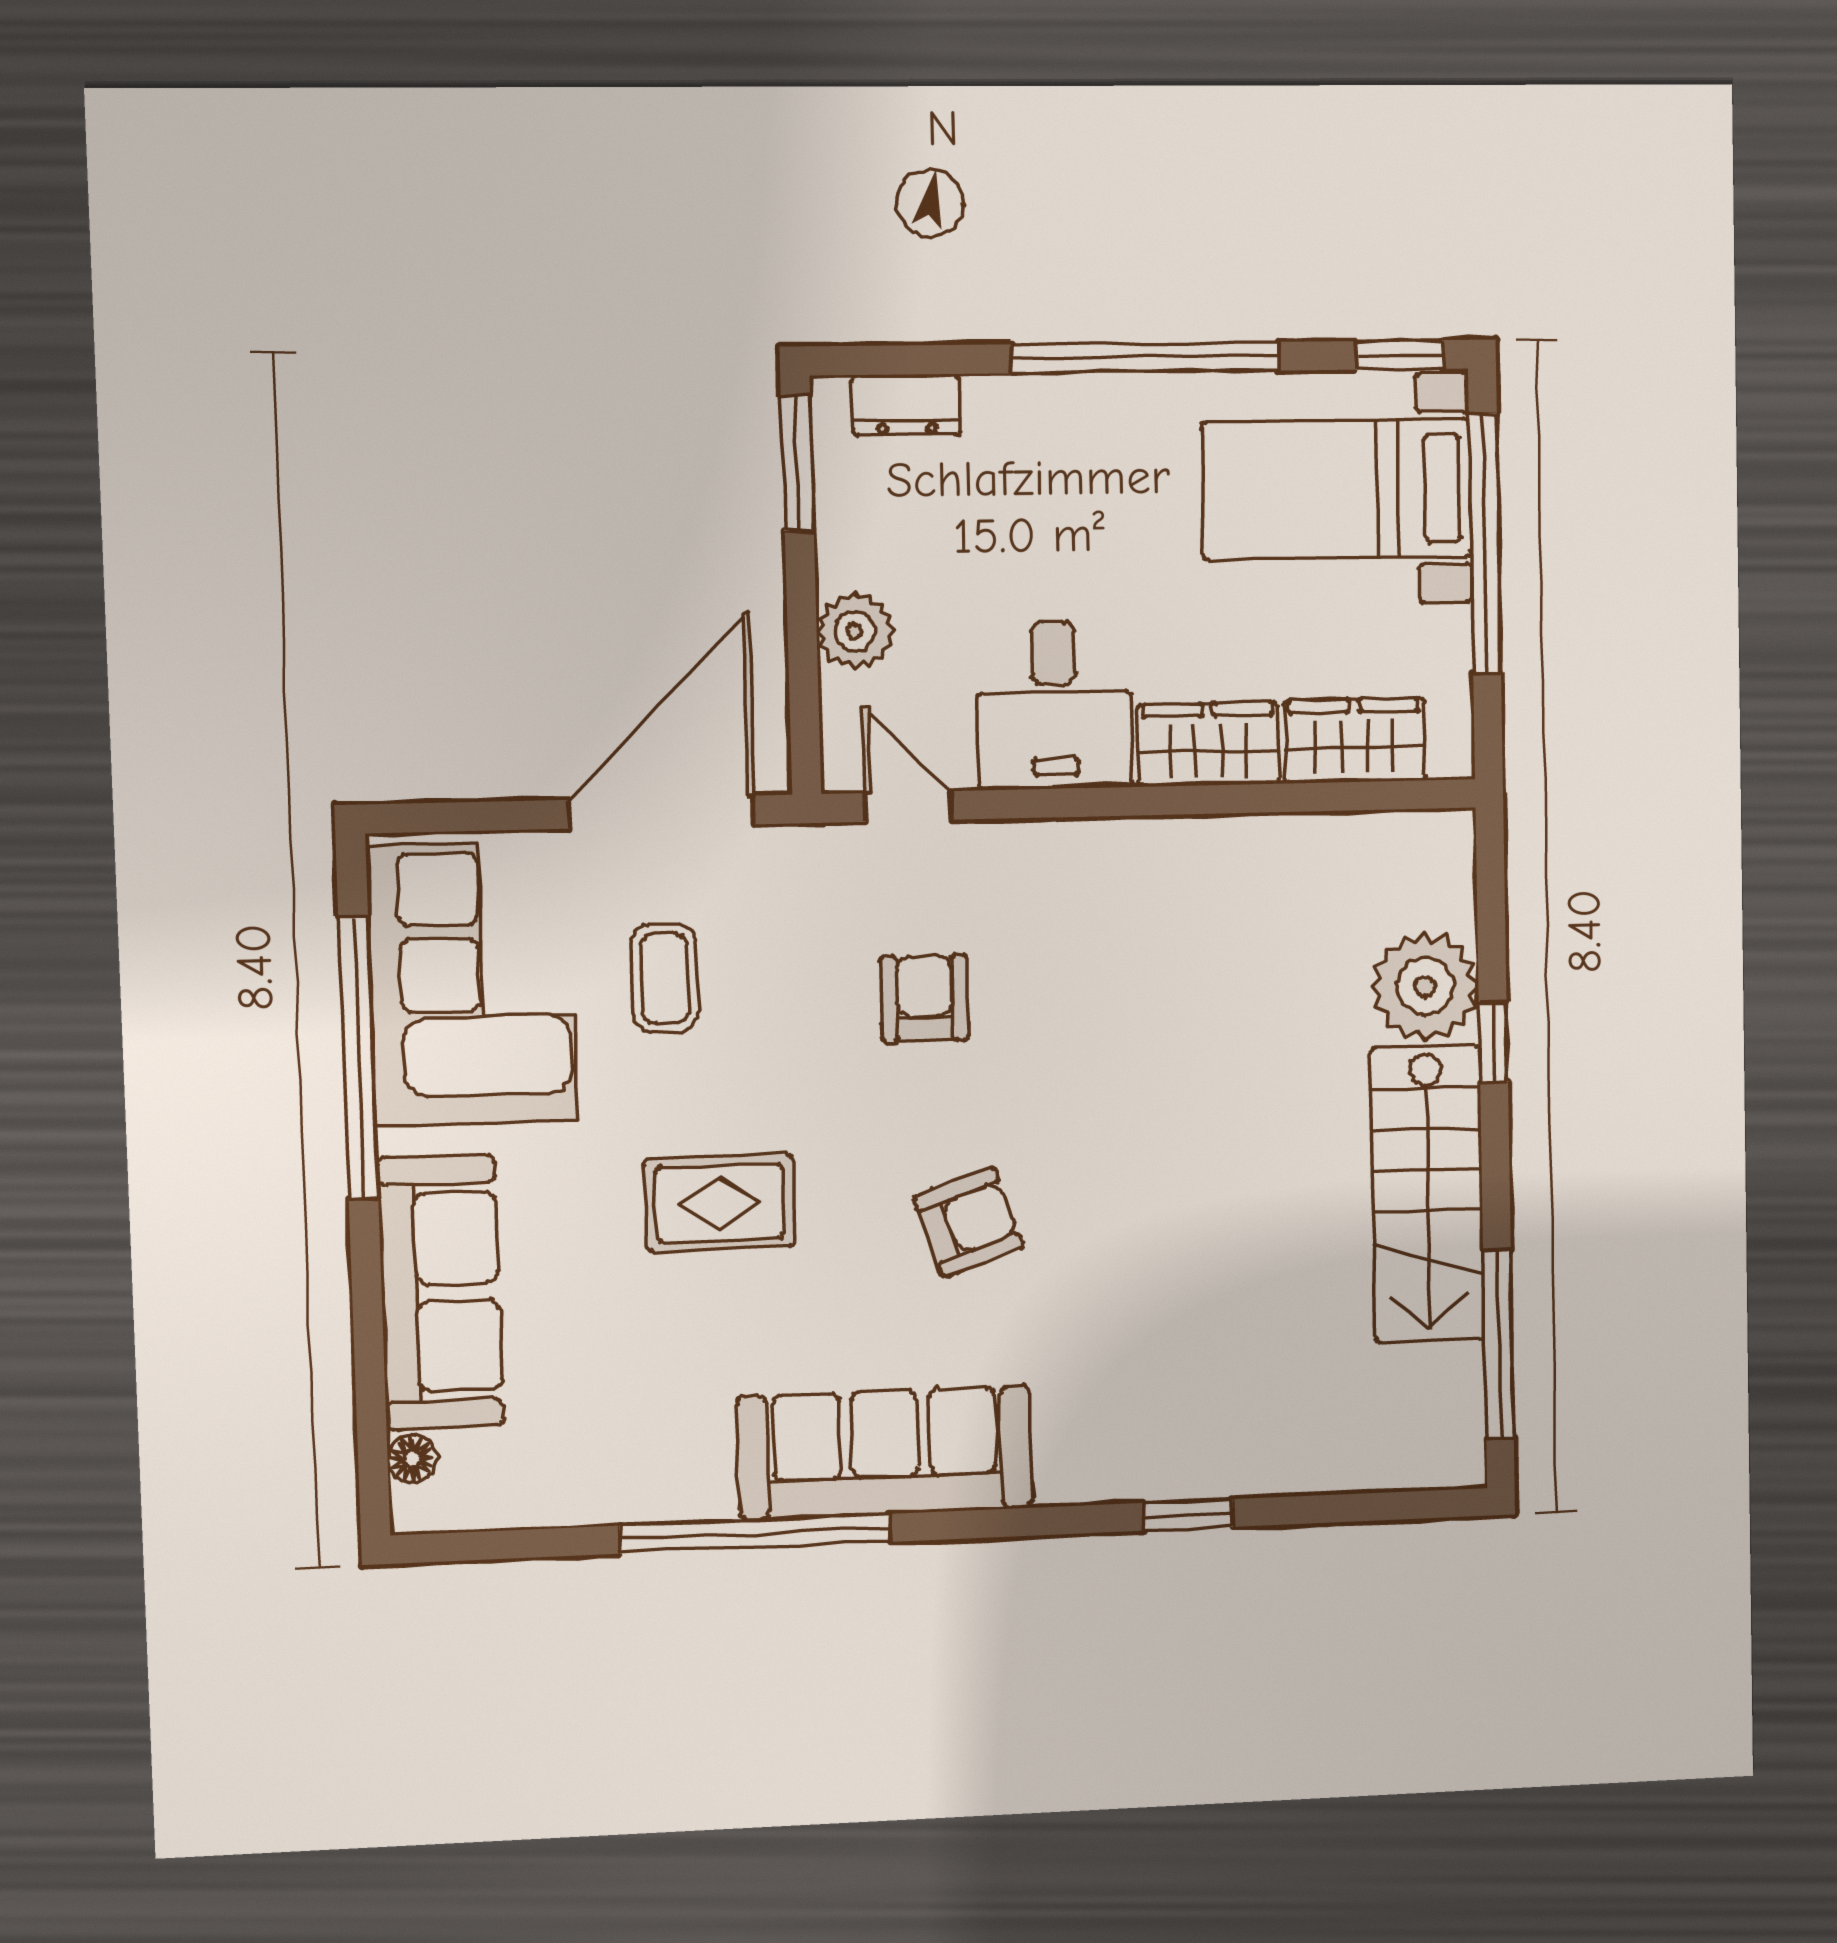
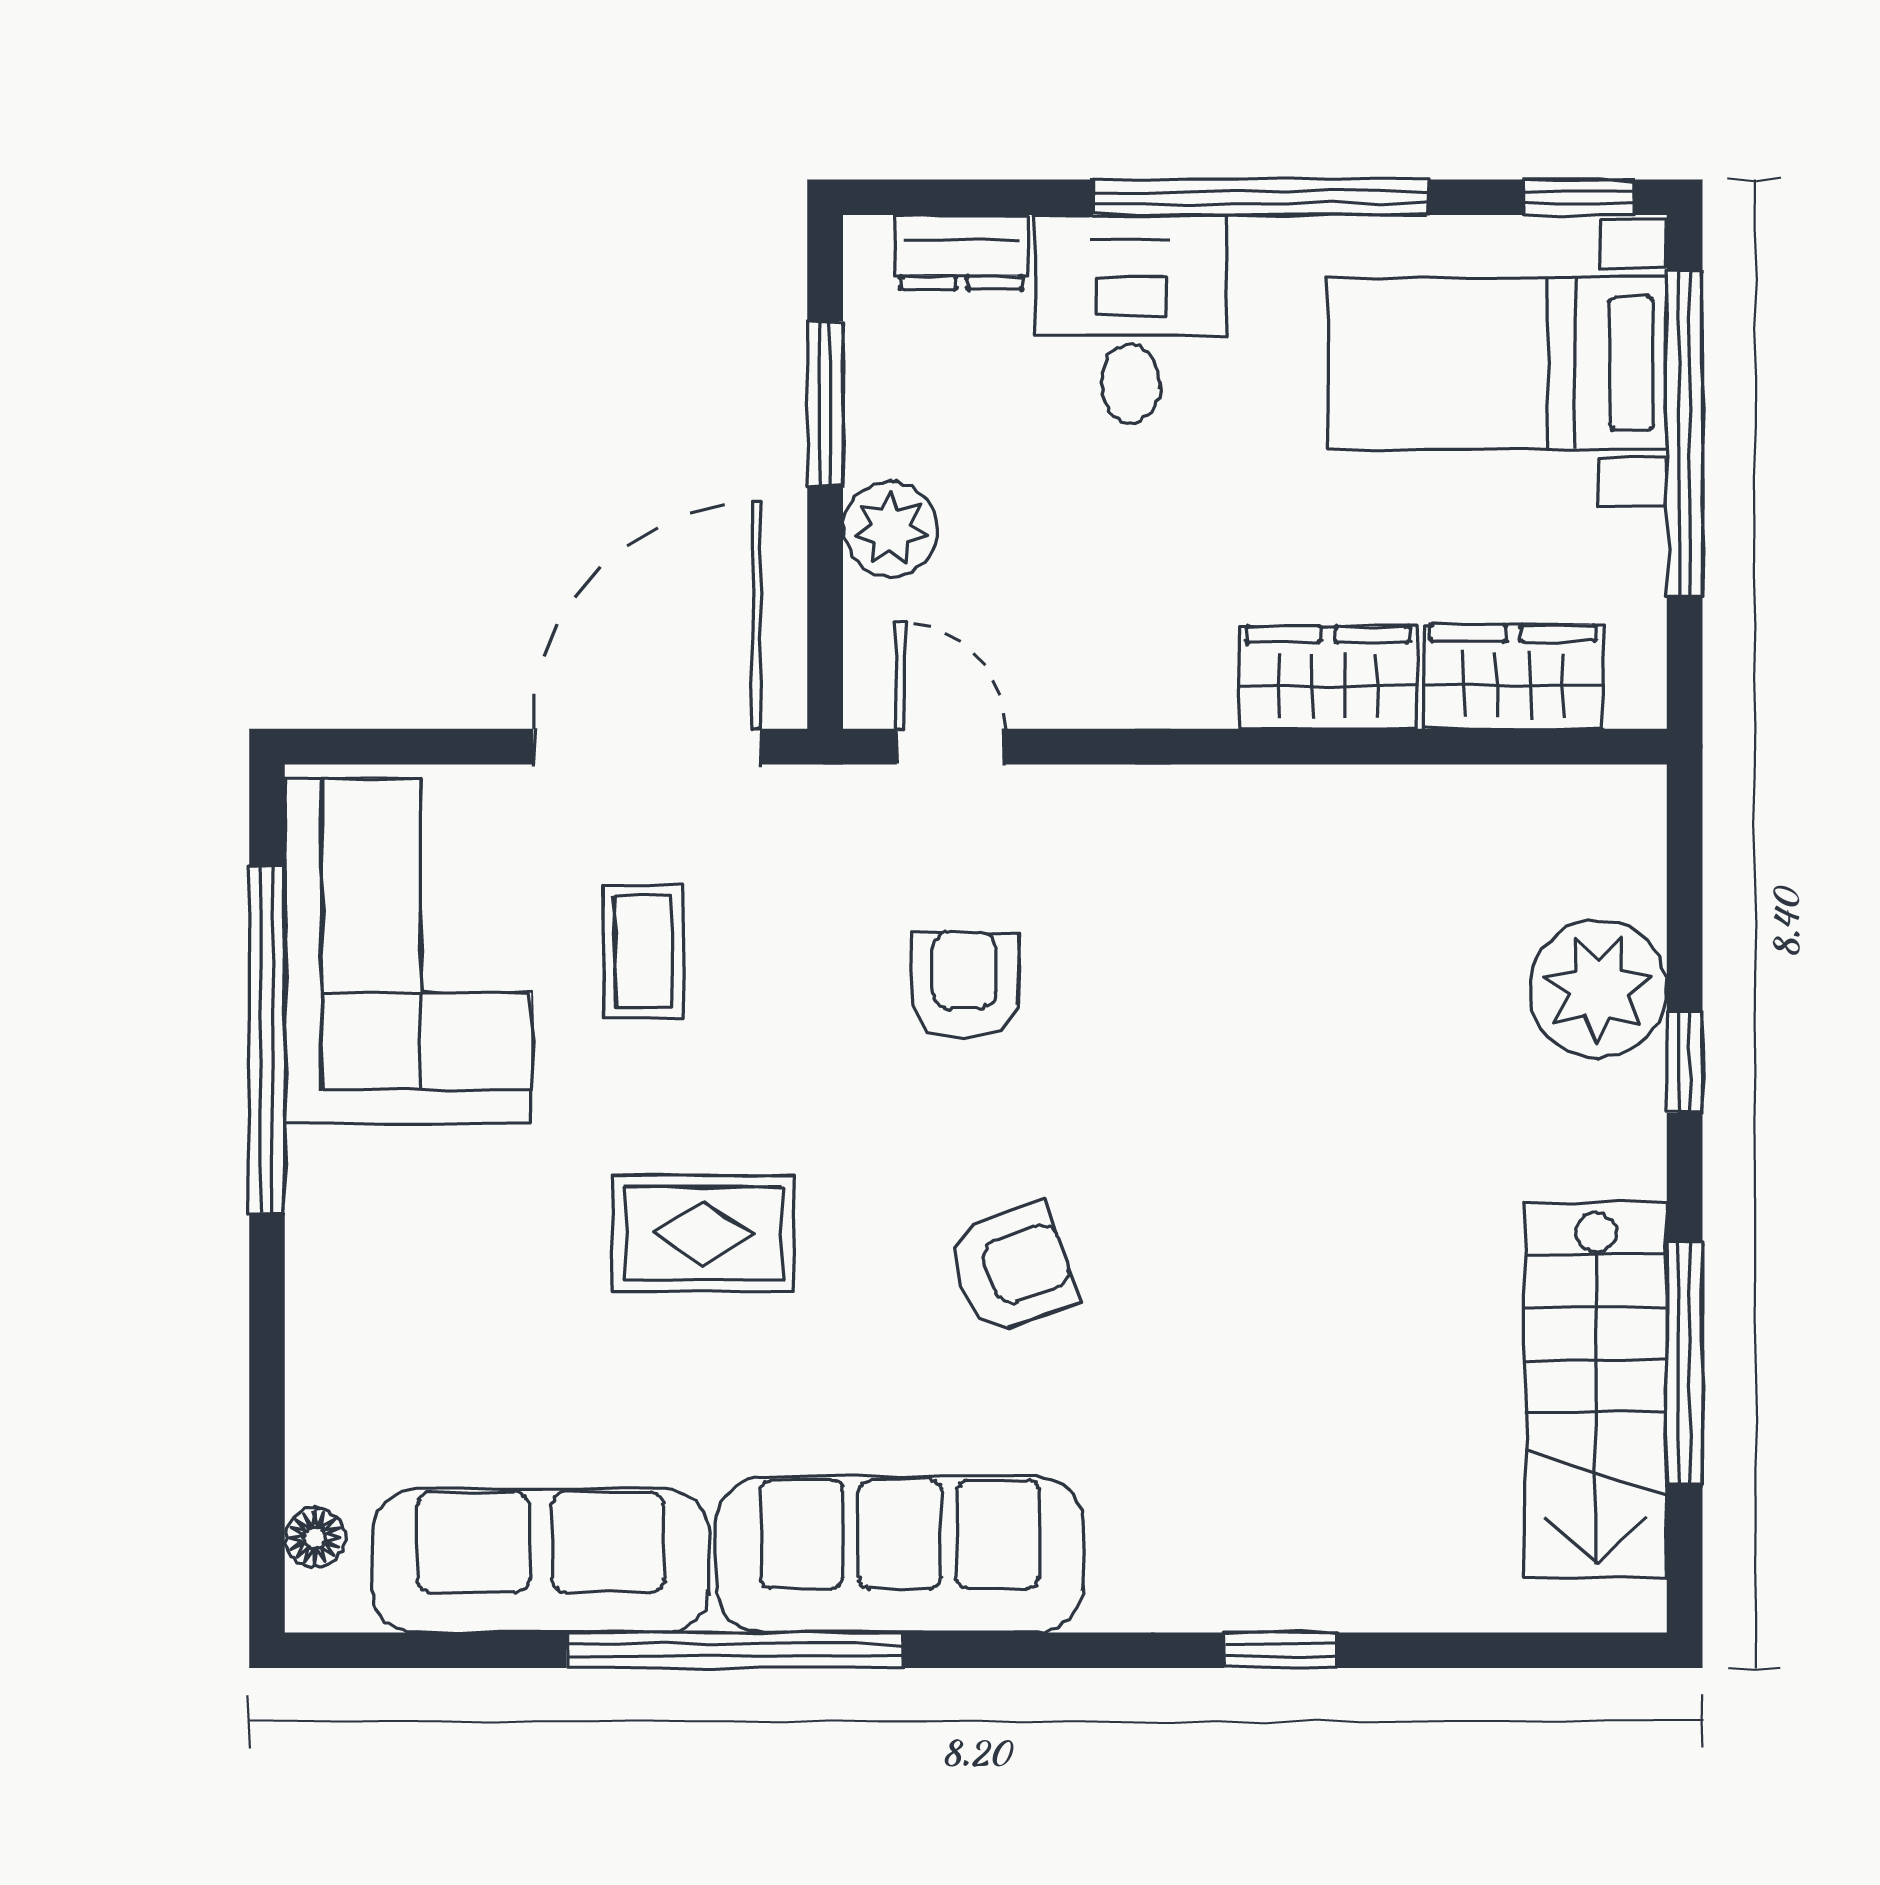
window: (797, 463) -> (825, 404), moved
desk: (1055, 705) -> (1131, 319), moved, turned 180
stairs: (1427, 1194) -> (1596, 1390), moved
sofa: (440, 1292) -> (541, 1561), moved, turned -90
window: (1498, 1344) -> (1685, 1364), moved

